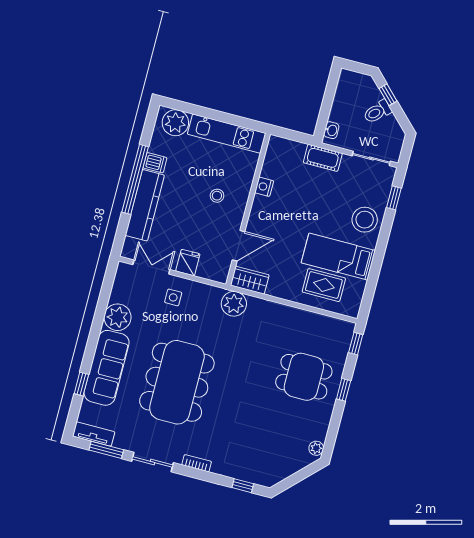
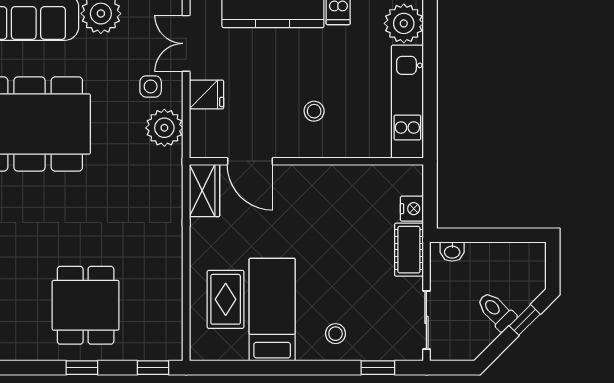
nightstand: (264, 187) -> (412, 209), moved, turned 90
stool: (365, 220) -> (336, 334), width x0.53, depth x0.53
double door: (151, 267) -> (186, 43), swing flipped
plant: (234, 304) -> (164, 128), moved

